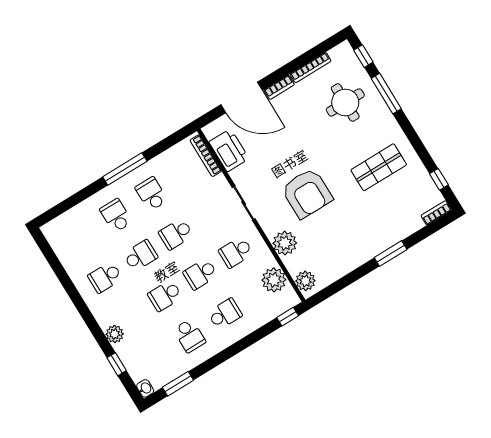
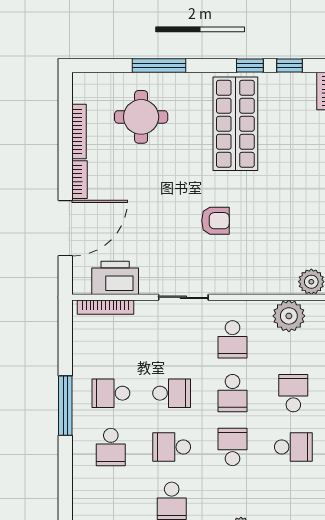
window: (363, 56) -> (250, 65), moved
shop shelf: (379, 167) -> (235, 124), width x1.43, depth x1.36
armchair: (307, 193) -> (215, 221), width x0.53, depth x0.53
school desk: (116, 216) -> (111, 447), turned -90
school desk: (176, 234) -> (172, 393), turned -90
plant: (285, 243) -> (256, 279), removed
school desk: (140, 256) -> (172, 447), turned -90
school desk: (165, 296) -> (232, 447), turned 180

